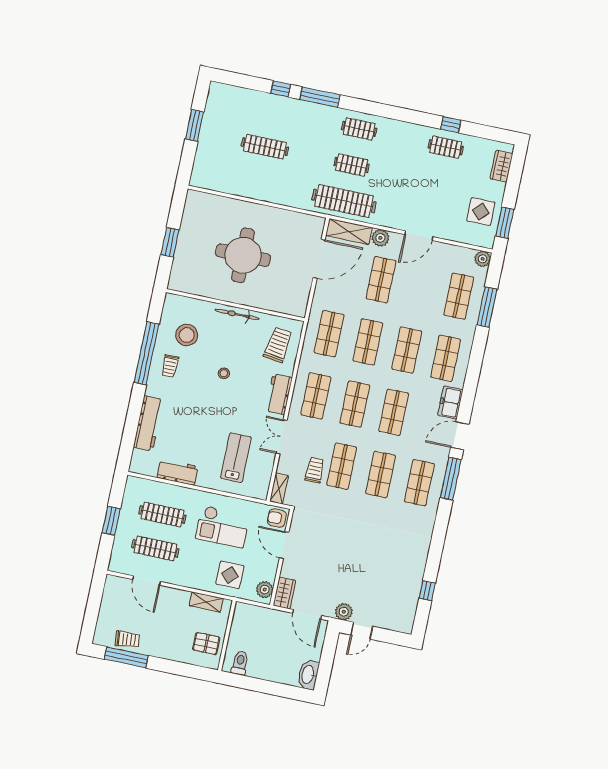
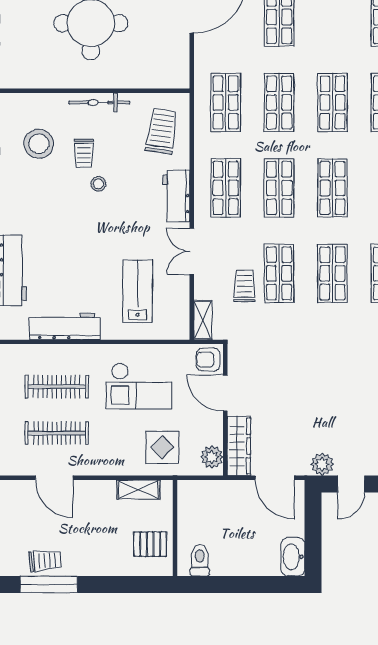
trolley: (170, 366) -> (84, 153), moved
workbench: (178, 472) -> (65, 326), width x1.37
wardrobe: (284, 593) -> (239, 446), width x1.50

